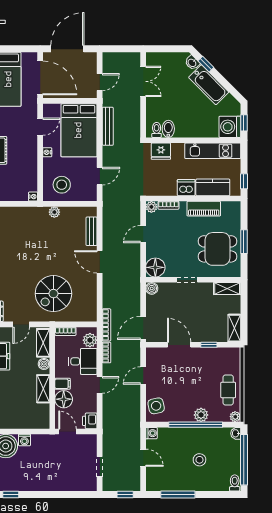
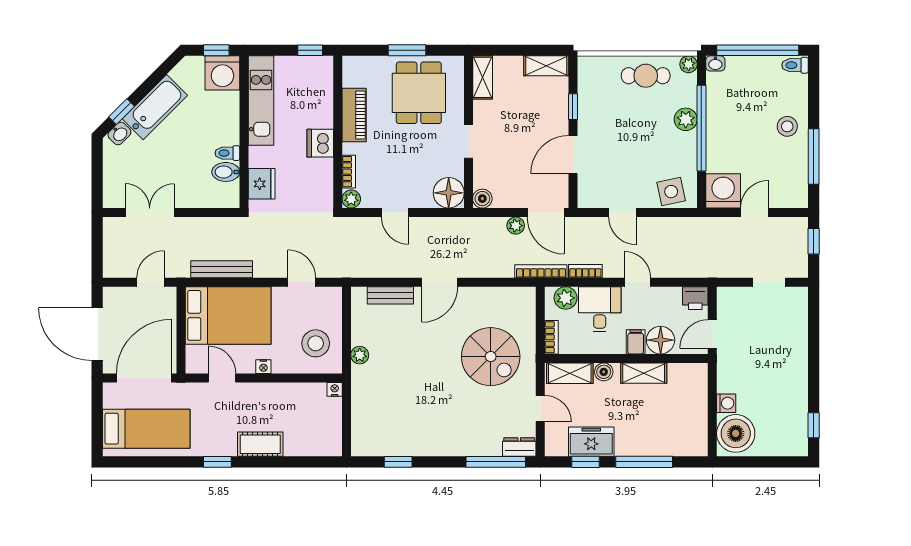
door: (100, 82) -> (151, 282), hinge flipped
toilet: (157, 130) -> (227, 153), moved
kitchen counter: (213, 187) -> (320, 100), removed
plant: (135, 309) -> (516, 226), added
washing machine: (151, 433) -> (723, 191), width x1.89, depth x1.89
stool: (199, 460) -> (787, 126), moved

